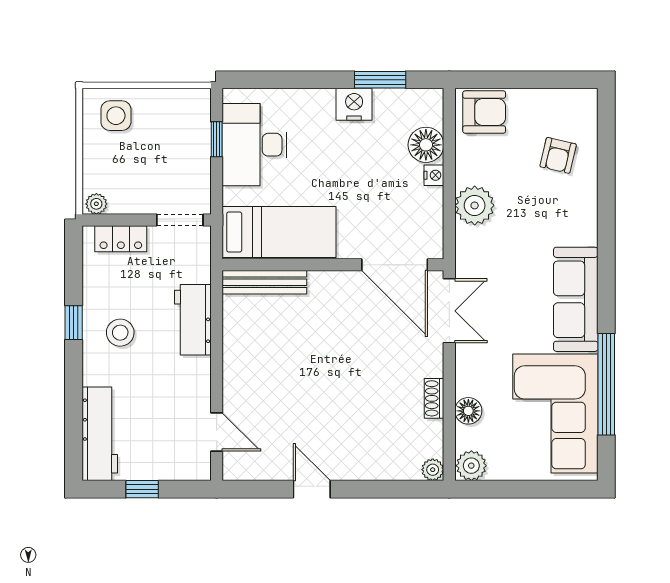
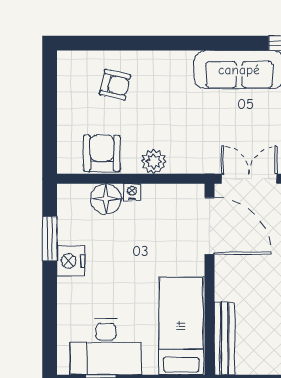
armchair: (484, 112) -> (102, 153), moved
plant: (475, 205) -> (154, 161), width x0.73, depth x0.73
door: (395, 265) -> (209, 226), hinge flipped

